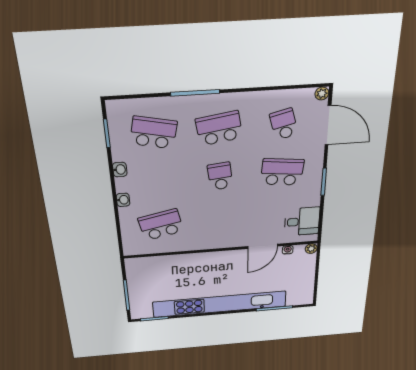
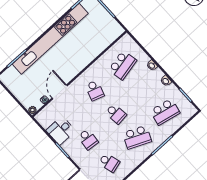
school desk: (219, 128) -> (137, 137), turned 33
school desk: (282, 172) -> (88, 139), width x0.54
school desk: (221, 220) -> (95, 91), added
desk: (302, 222) -> (61, 130), moved

